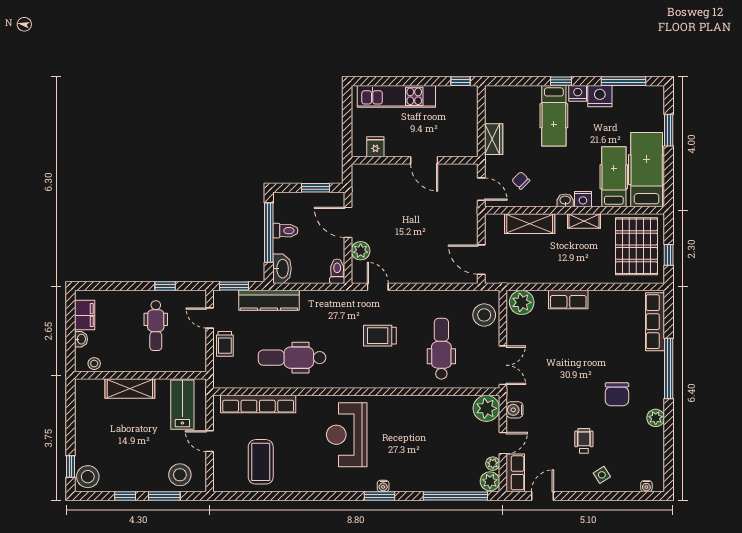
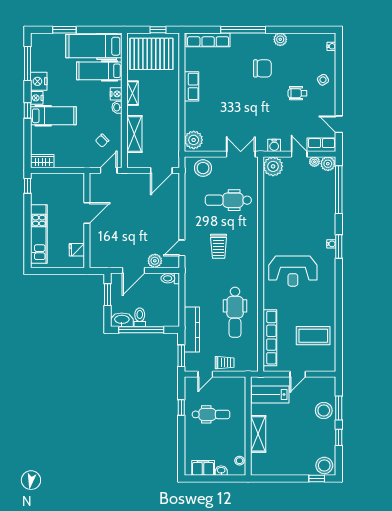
wardrobe: (494, 139) -> (42, 161), moved
washbasin: (282, 269) -> (122, 320), moved
row of seats: (568, 300) -> (191, 86), moved
stool: (180, 475) -> (324, 411), moved

